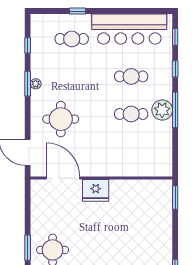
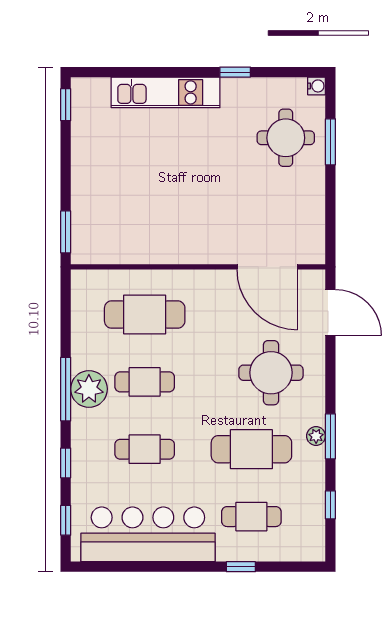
cafe table: (72, 76) -> (251, 449), added
cafe table: (131, 151) -> (145, 315), added
fridge: (96, 190) -> (208, 245), removed

